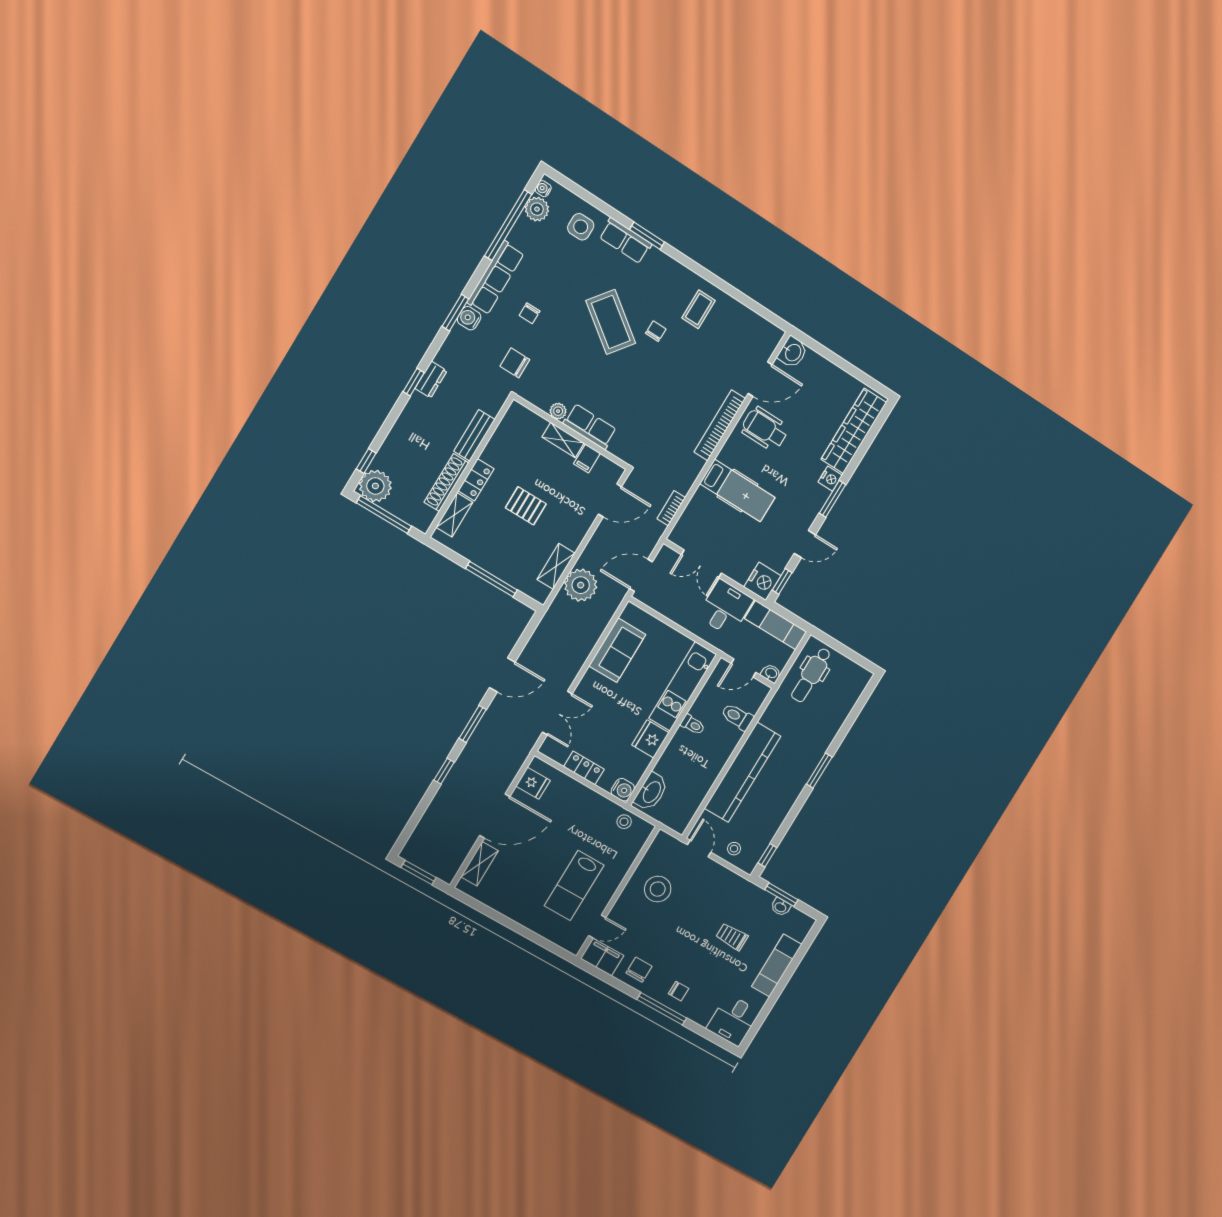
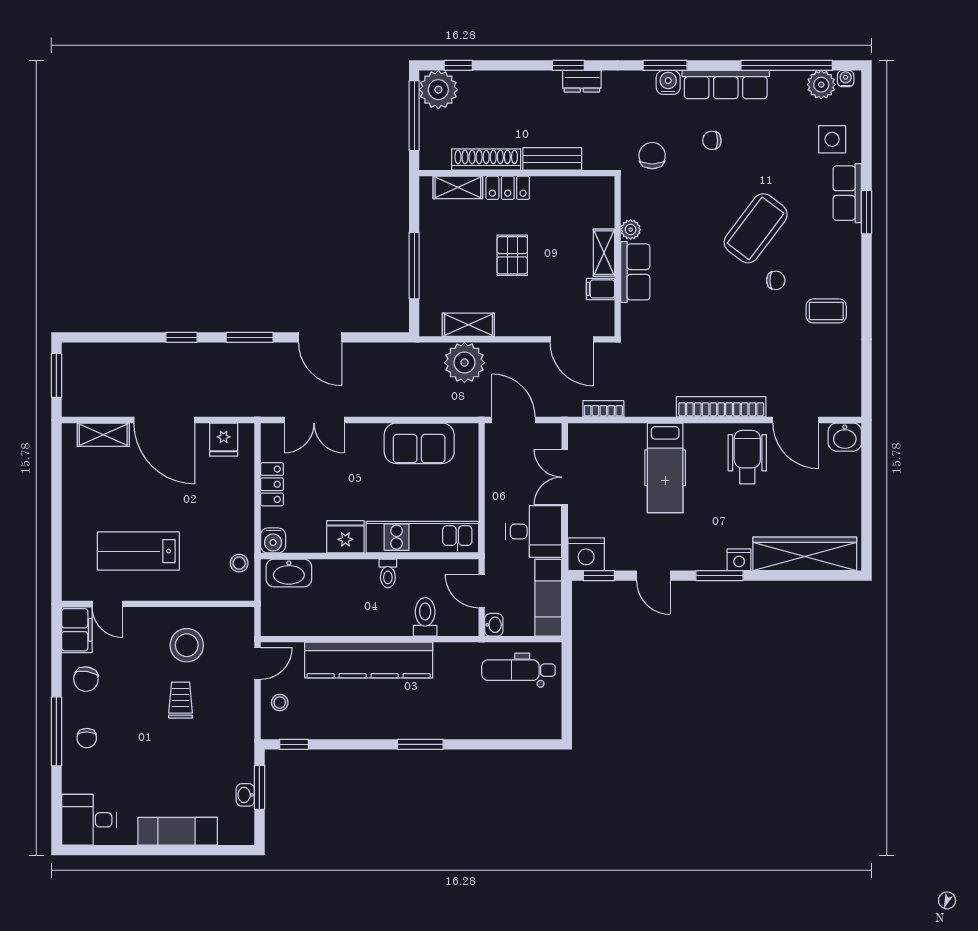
trolley: (732, 937) -> (181, 700), moved
chair: (639, 970) -> (86, 679), turned 99

